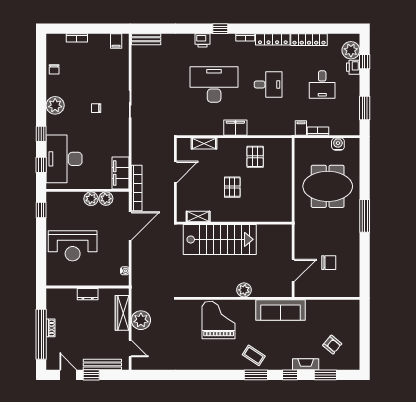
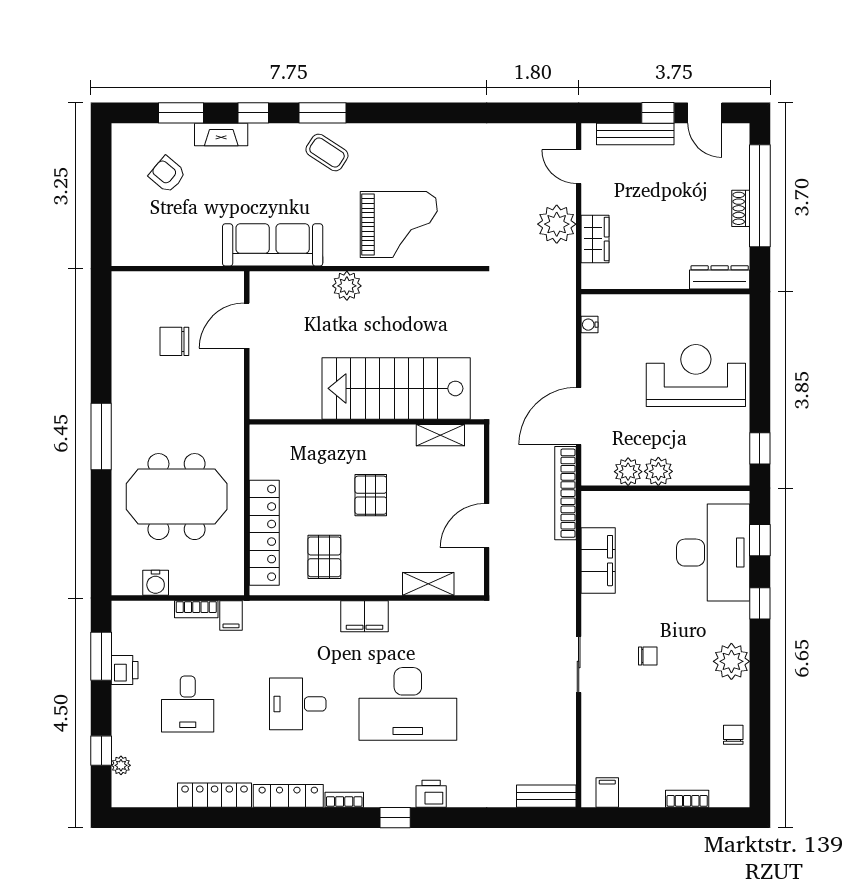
plant: (351, 50) -> (121, 765), width x0.53, depth x0.53
printer: (353, 67) -> (125, 670), moved
desk: (322, 84) -> (188, 704), turned 180
locker: (285, 169) -> (264, 533), added
filing cabinet: (121, 173) -> (598, 561), moved
dresser: (88, 294) -> (720, 277), moved, width x1.44
wardrobe: (122, 313) -> (595, 239), width x0.67
grand piano: (219, 320) -> (399, 225), turned -90

